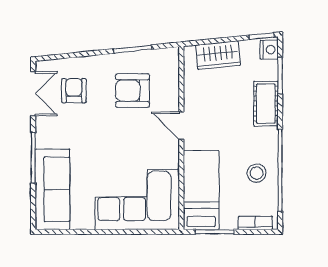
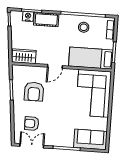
nightstand: (269, 50) -> (28, 16), moved
wardrobe: (218, 55) -> (24, 56), moved, turned -84
sofa: (52, 189) -> (90, 139), width x0.73

